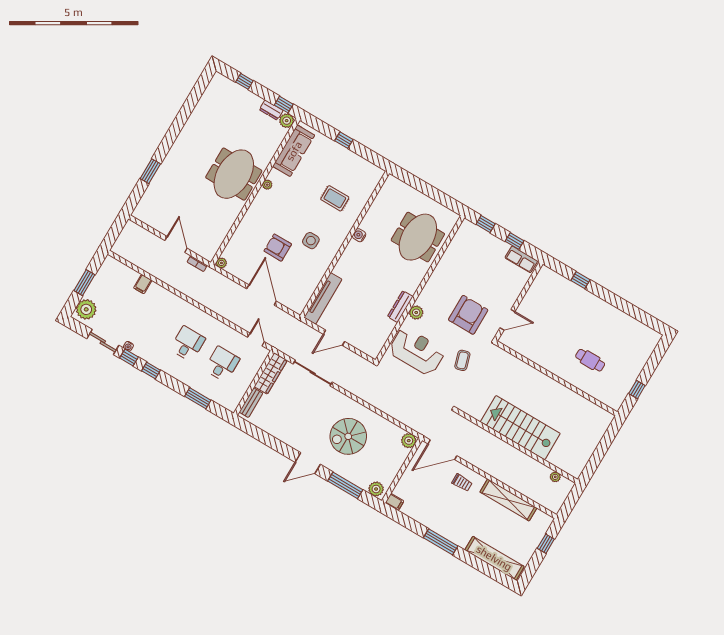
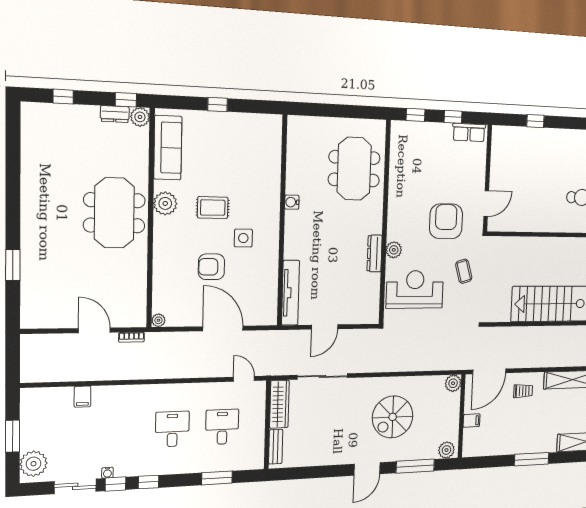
plant: (267, 185) -> (165, 203), width x1.88, depth x1.88
rug: (335, 198) -> (213, 208), moved
filing cabinet: (395, 502) -> (472, 421), moved

